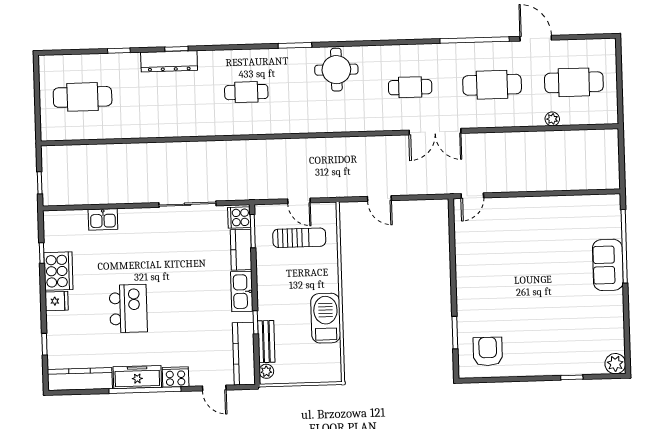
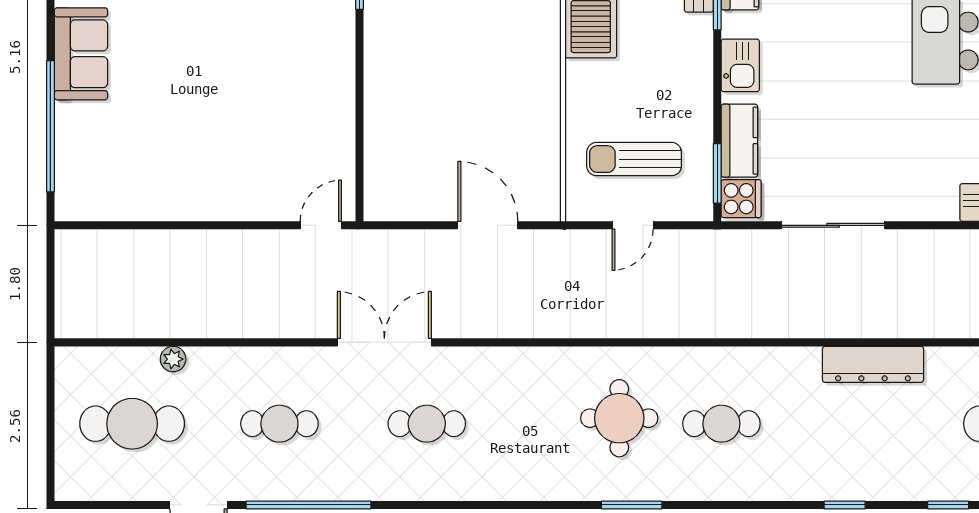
dresser: (169, 61) -> (873, 364), moved, turned 180
round table: (336, 70) -> (619, 418), moved
cafe table: (492, 85) -> (279, 424), width x0.73, depth x0.74
door: (379, 198) -> (488, 225), width x1.38
door: (299, 201) -> (633, 225), swing flipped
sofa: (608, 265) -> (81, 54), moved
kitchen sink: (242, 292) -> (740, 65), width x0.73

